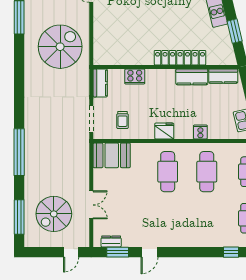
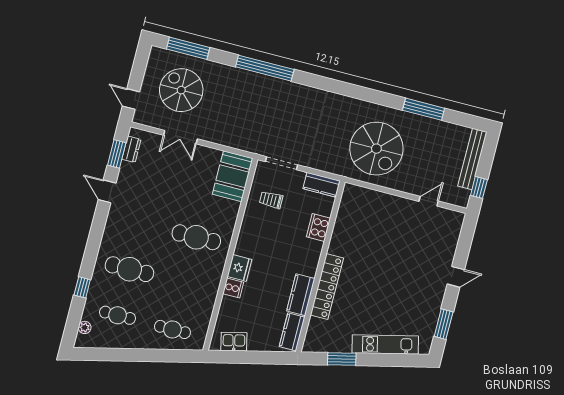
fridge: (164, 131) -> (240, 268), moved
cafe table: (207, 172) -> (129, 269), moved

